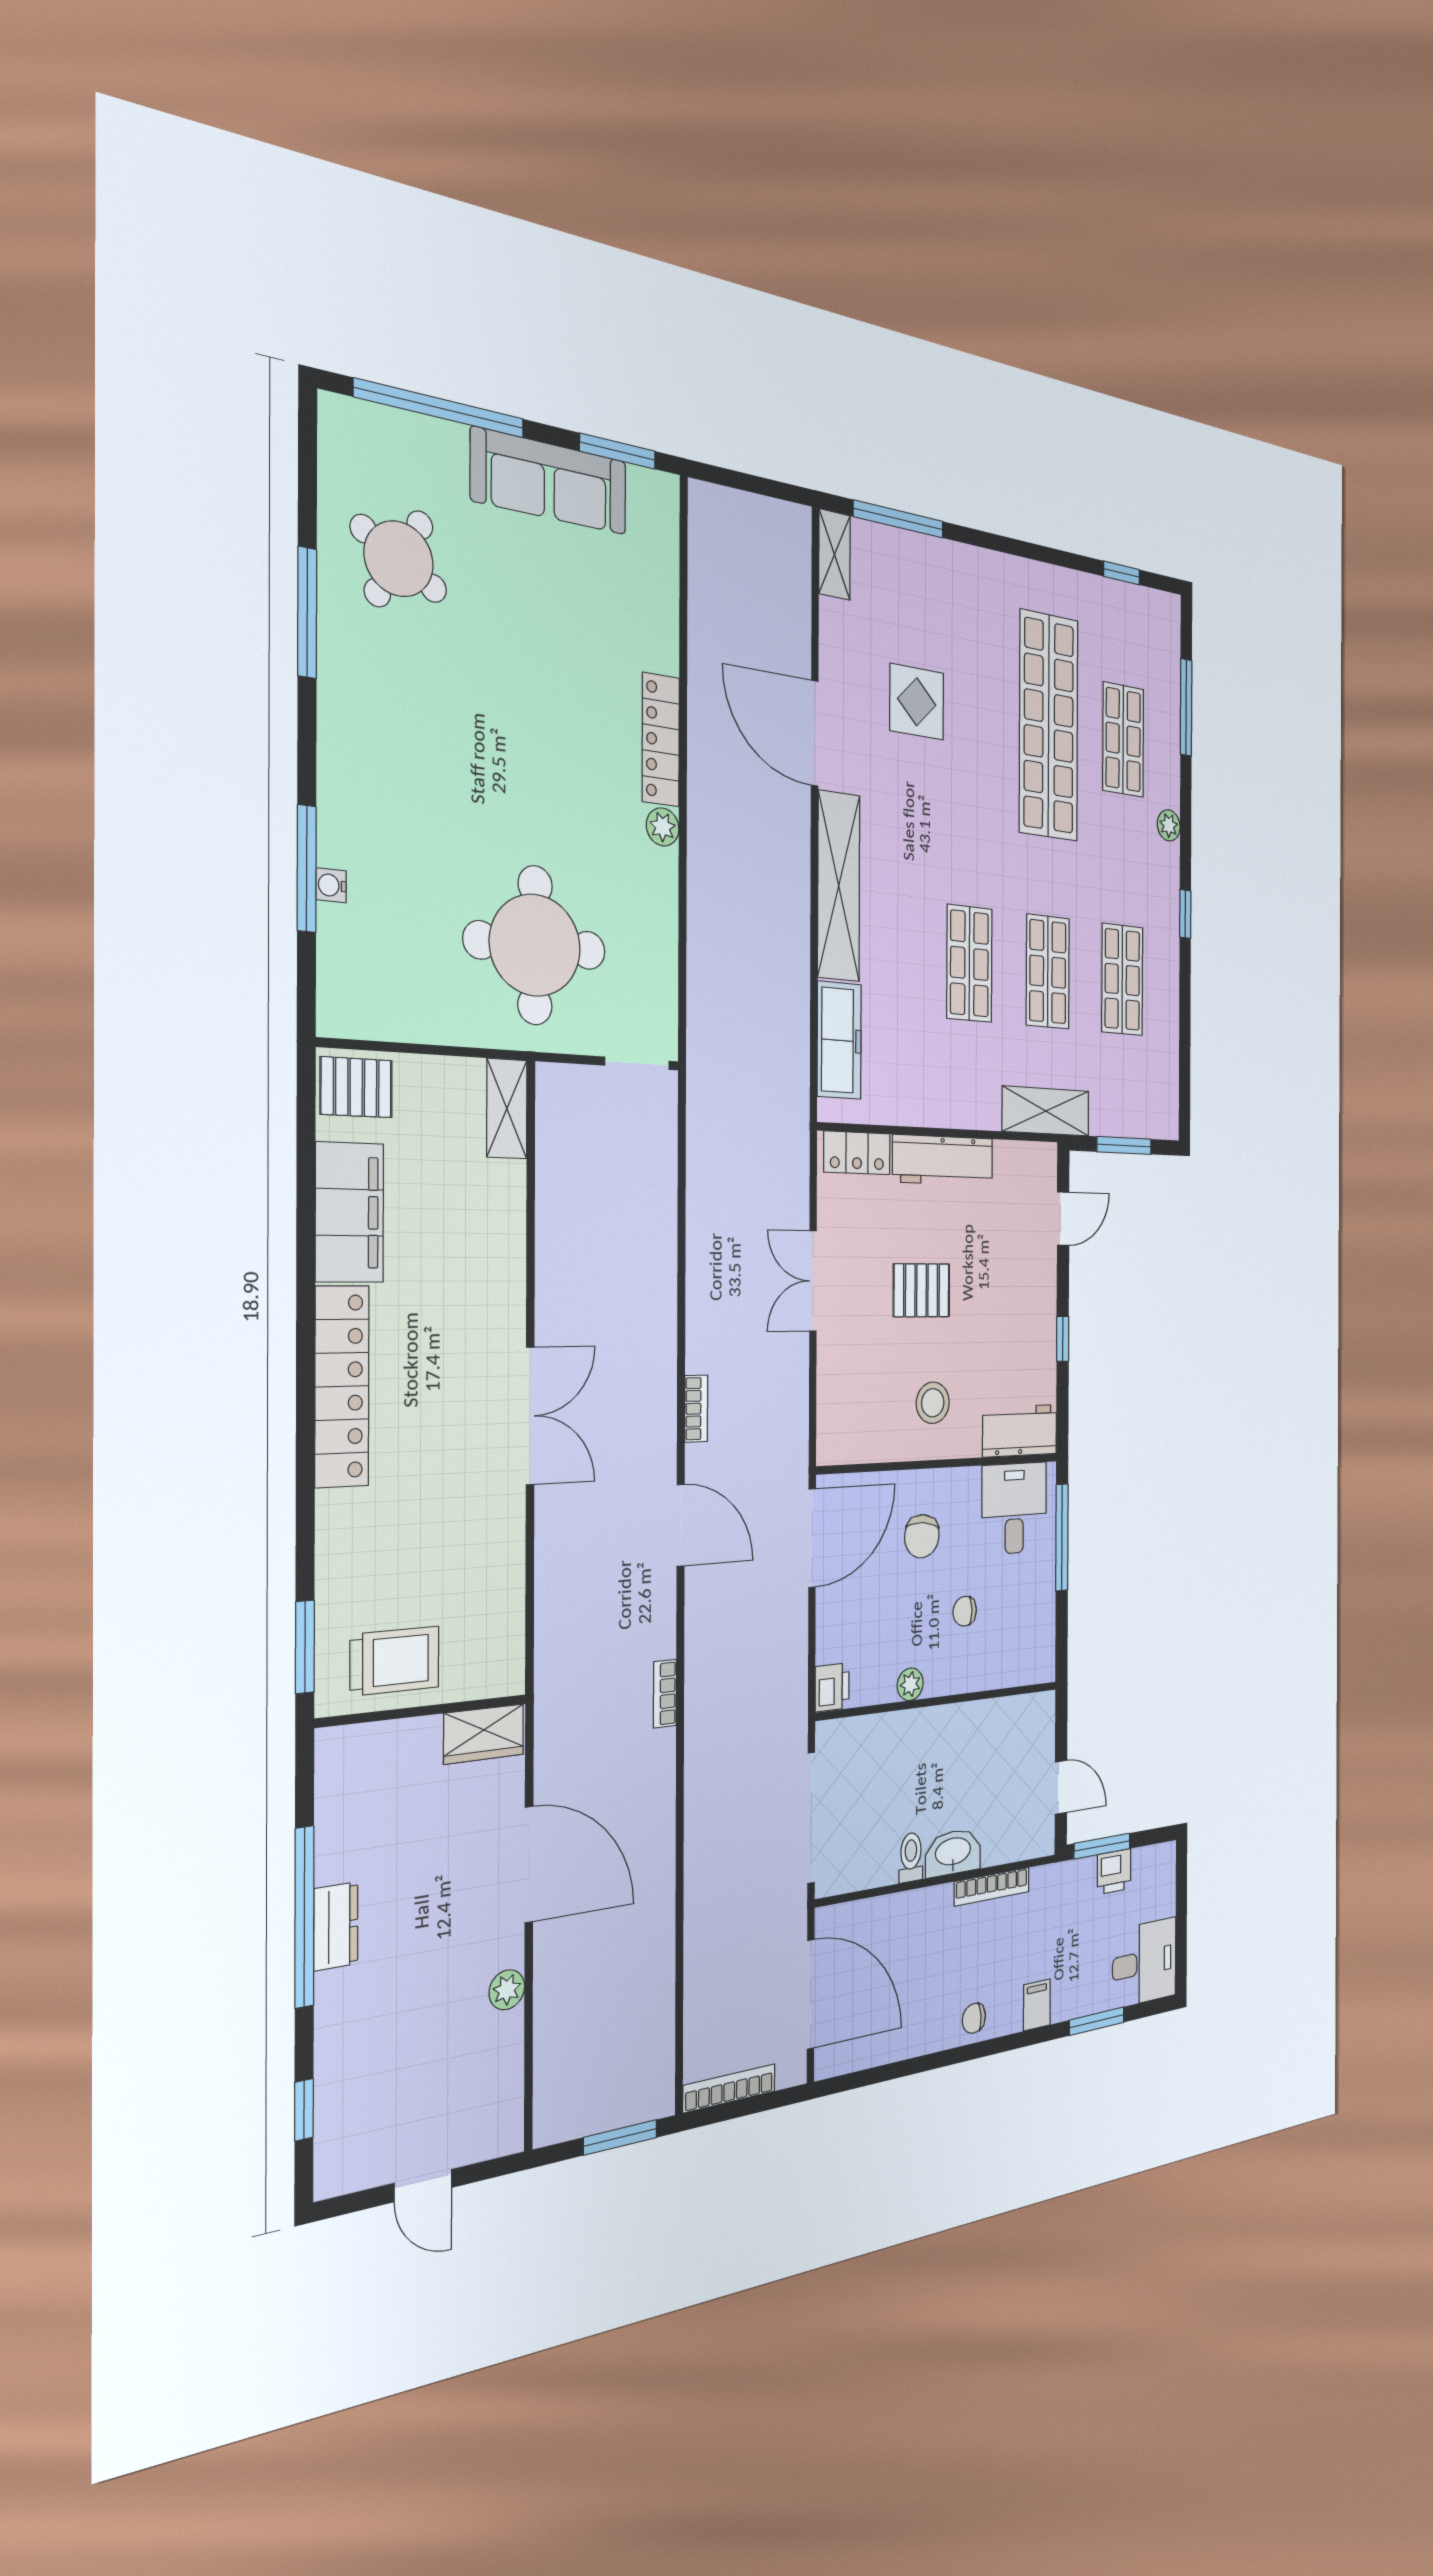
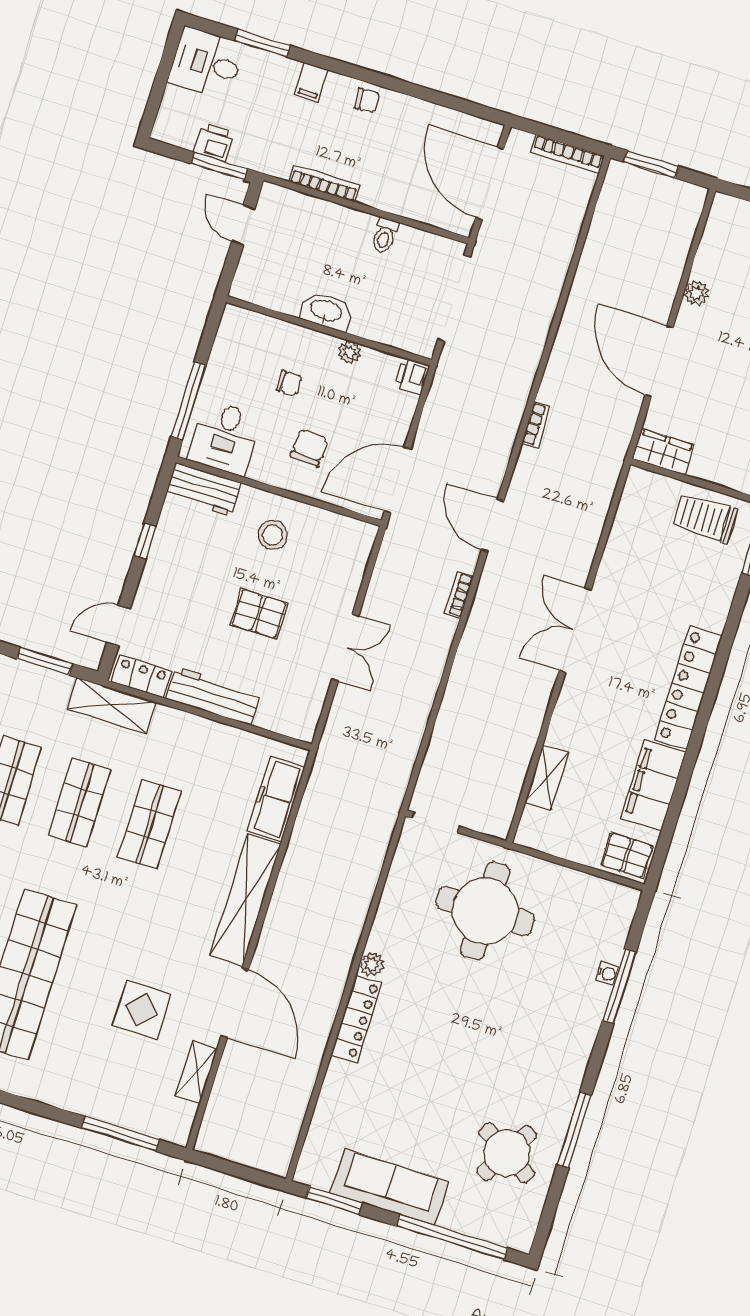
shelving: (834, 554) -> (196, 1072), moved
shelving: (507, 1109) -> (547, 777), moved
locker: (857, 1153) -> (141, 676), moved
washbasin: (953, 1853) -> (326, 311), moved, turned 180

